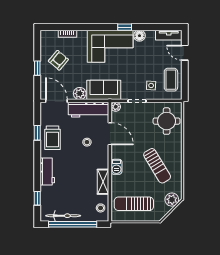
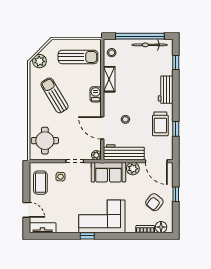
floor lamp: (139, 36) -> (161, 227), moved
trolley: (52, 138) -> (160, 124), turned 180

